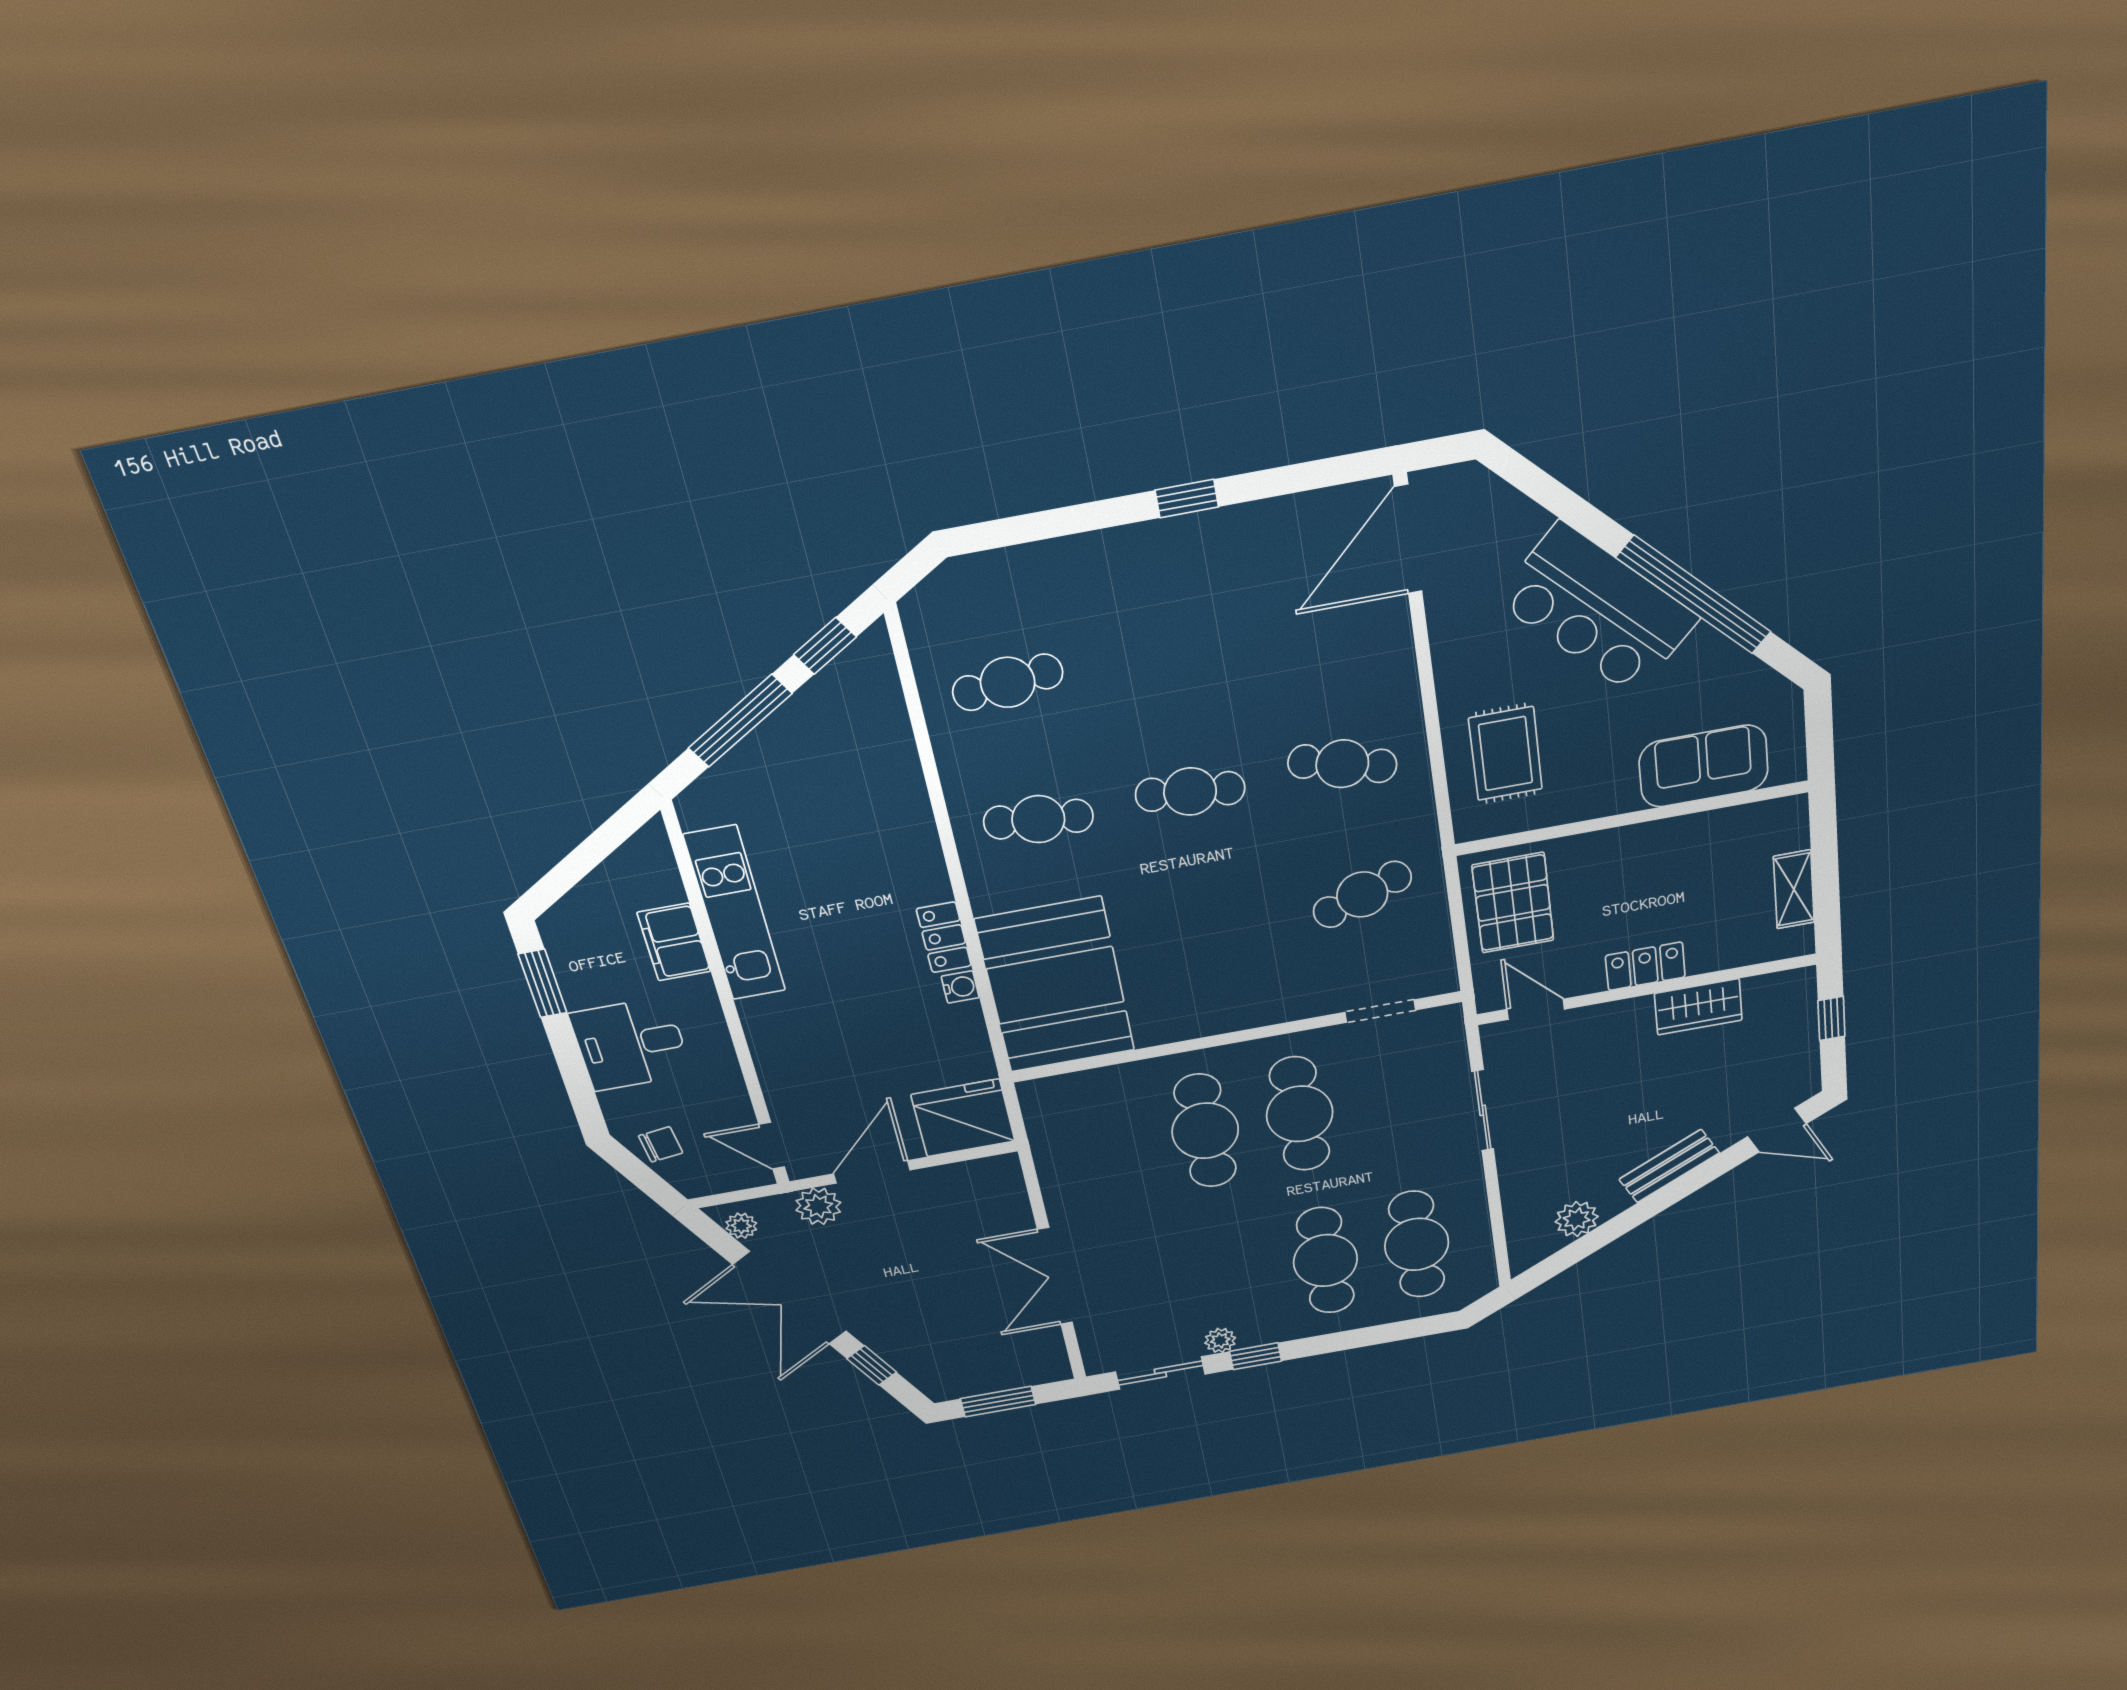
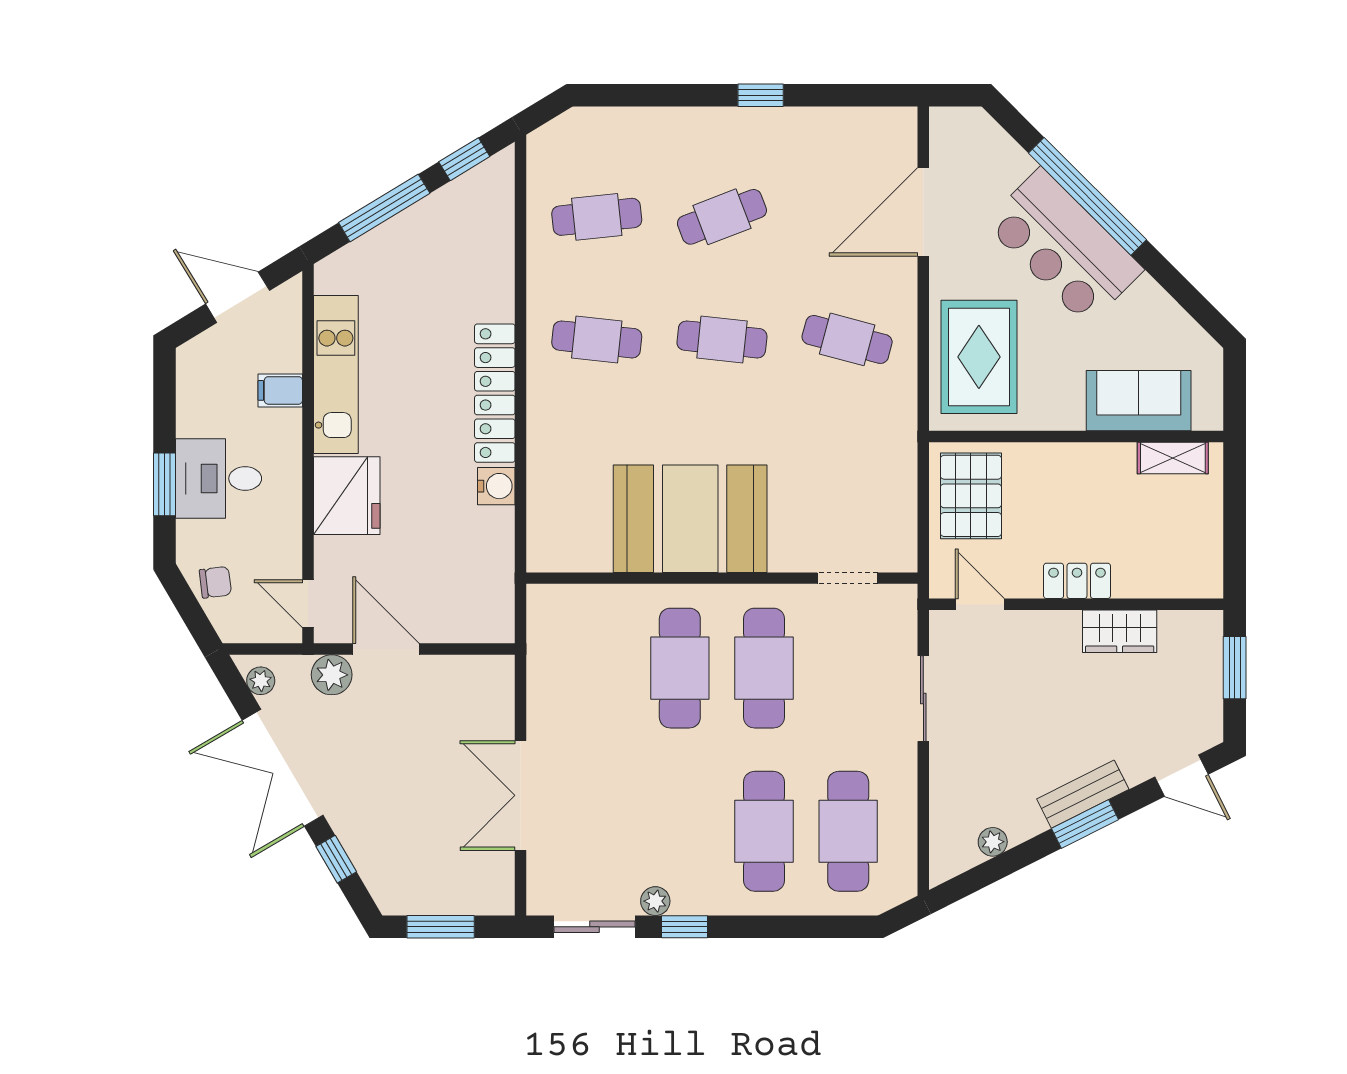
door: (1408, 539) -> (923, 212), moved
window: (1694, 595) -> (1088, 196), moved
rug: (1506, 754) -> (979, 357), width x1.36, depth x1.43
door: (591, 853) -> (238, 297), added
shelving: (1794, 889) -> (1173, 458), moved, turned 90
cafe table: (1362, 895) -> (722, 217), moved
locker: (944, 937) -> (495, 393), width x2.16, depth x1.21
filing cabinet: (674, 942) -> (280, 390), width x0.50
window: (543, 983) -> (164, 484), moved
booth: (1055, 985) -> (690, 519), moved, turned 90
water cooler: (960, 987) -> (496, 486), width x1.38, depth x1.38
window: (1831, 1018) -> (1235, 668), width x1.50
fridge: (963, 1118) -> (347, 496), moved, turned 90
door: (872, 1172) -> (386, 649), hinge flipped
window: (1674, 1192) -> (1085, 824), added
plant: (1577, 1219) -> (993, 842), width x0.73, depth x0.73

